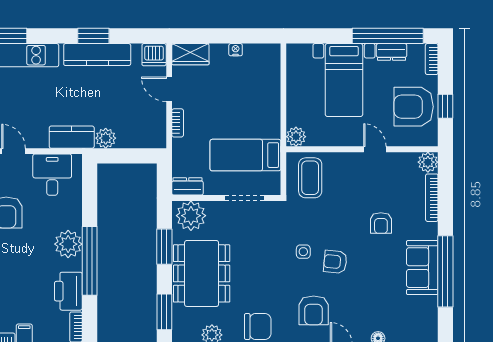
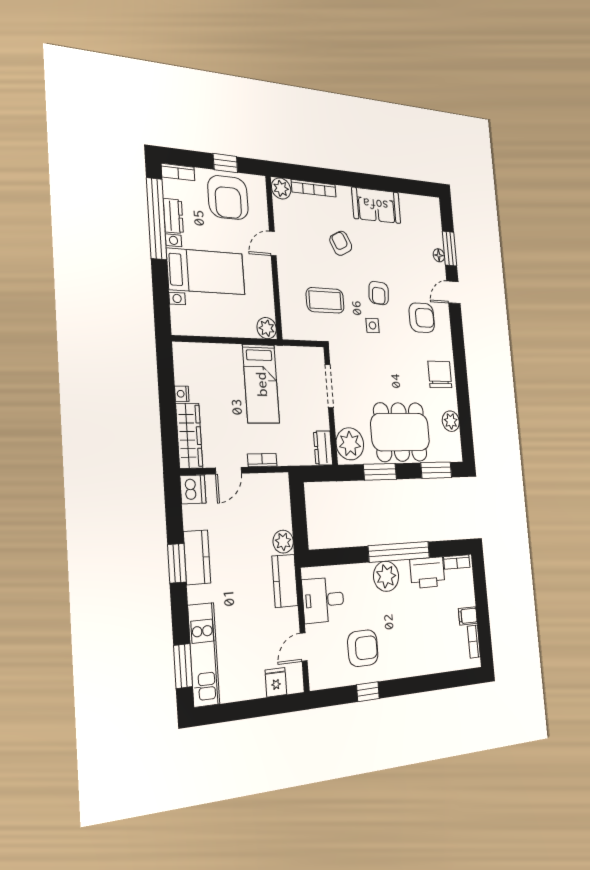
wardrobe: (190, 54) -> (189, 436), width x1.50
kitchen counter: (97, 55) -> (197, 557), width x0.67
bed: (245, 155) -> (261, 384), moved
coffee table: (310, 178) -> (325, 300), moved
armchair: (381, 223) -> (341, 243), turned -117
window: (445, 271) -> (378, 183), removed

